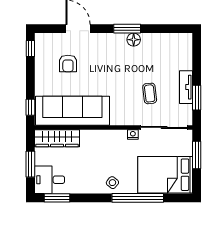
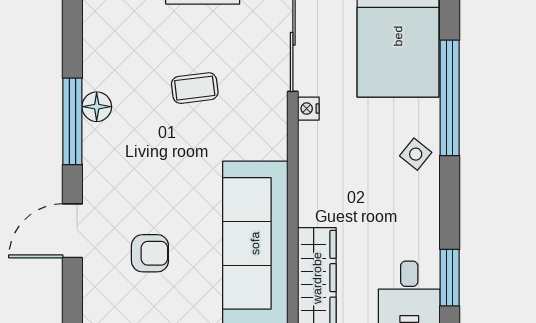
window: (127, 29) -> (72, 121), width x1.44
coffee table: (150, 93) -> (195, 88), moved

